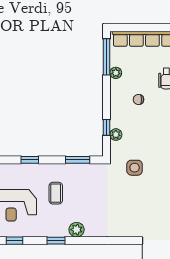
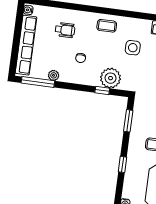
plant: (116, 135) -> (111, 78), width x1.88, depth x1.88
side table: (135, 168) -> (133, 48), moved

